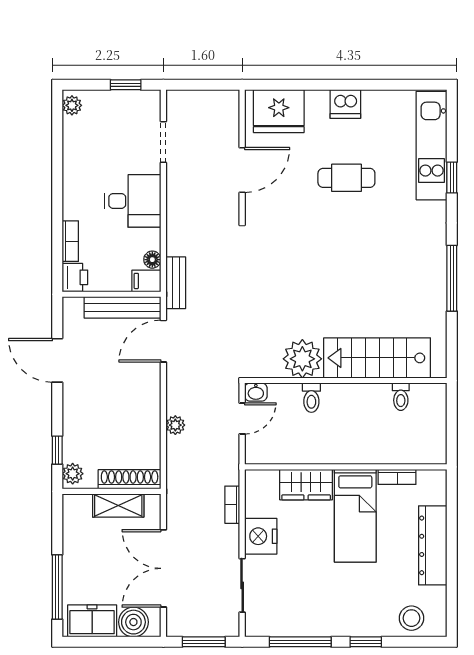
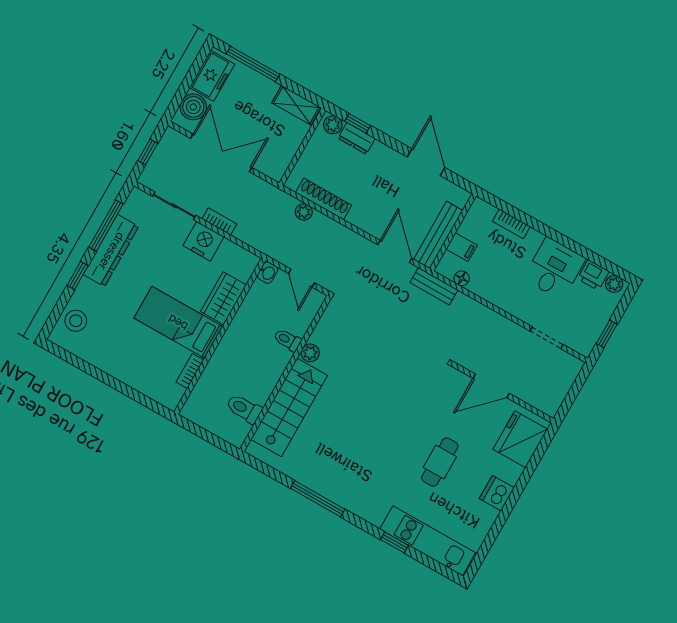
door: (242, 170) -> (491, 386), hinge flipped
desk: (133, 201) -> (554, 269), moved, turned 180
printer: (75, 277) -> (593, 275), moved
filing cabinet: (146, 281) -> (462, 247), moved, turned 90
plant: (302, 359) -> (310, 353), width x0.53, depth x0.53
door: (57, 360) -> (426, 162), hinge flipped
washbasin: (256, 392) -> (267, 273), moved, turned 180
toilet: (401, 397) -> (244, 409), width x1.37, depth x1.39
plant: (175, 425) -> (304, 212), moved
dresser: (73, 443) -> (357, 138), added
shoe rack: (130, 479) -> (324, 199), moved, turned -90
shelving: (118, 505) -> (296, 105), moved, turned 90
bookcase: (232, 505) -> (219, 221), moved
dresser: (433, 545) -> (111, 251), moved, turned 90
window: (204, 642) -> (148, 152), width x0.67

